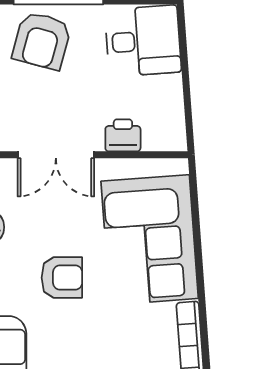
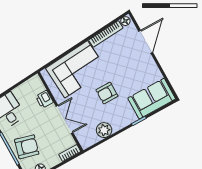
armchair: (62, 278) -> (107, 93), turned -90

